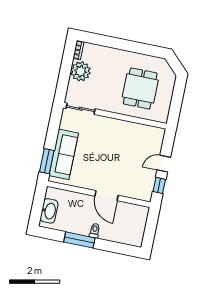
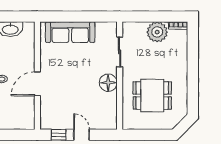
sliding door: (81, 109) -> (120, 52), moved
floor lamp: (119, 128) -> (108, 83), added
window: (47, 161) -> (60, 17), removed

